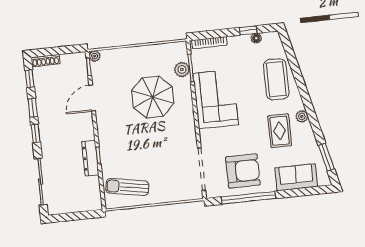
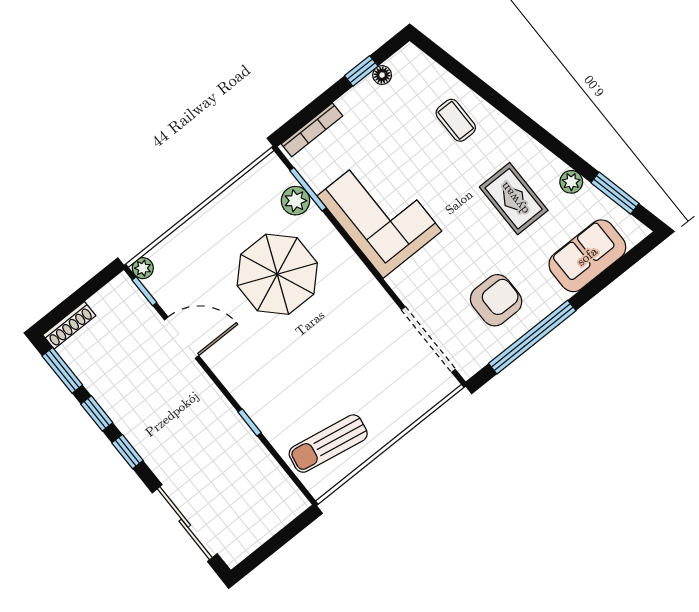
window: (30, 79) -> (62, 370), width x1.50
coffee table: (276, 79) -> (456, 120), width x0.54, depth x0.58
door: (92, 98) -> (182, 338), swing flipped
plant: (302, 116) -> (571, 182), moved
dresser: (90, 158) -> (240, 435), removed
armchair: (243, 171) -> (496, 300), width x0.73, depth x0.73

